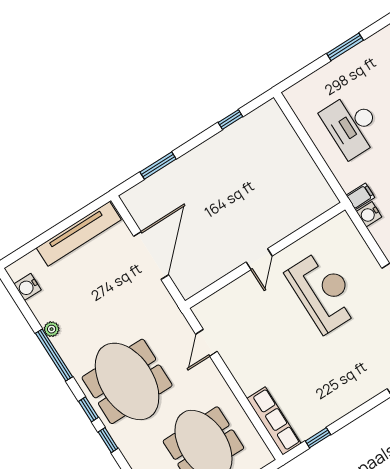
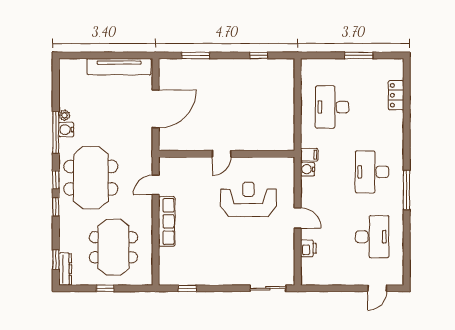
water cooler: (28, 287) -> (66, 130), moved
reception desk: (323, 292) -> (248, 199), turned -90
row of seats: (274, 421) -> (167, 221), moved

